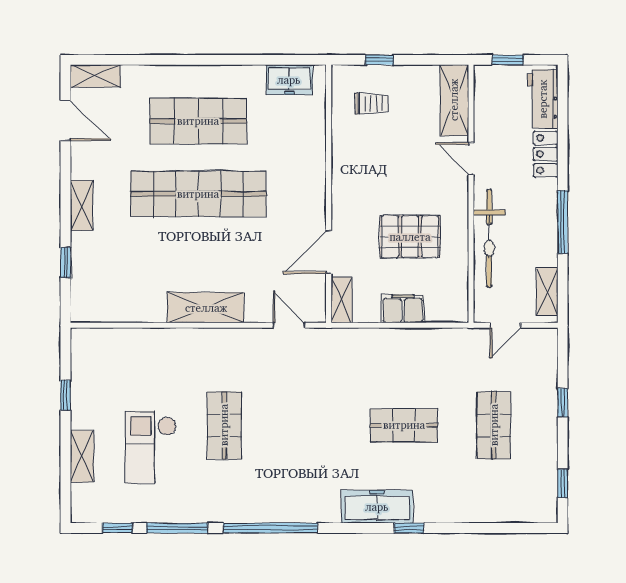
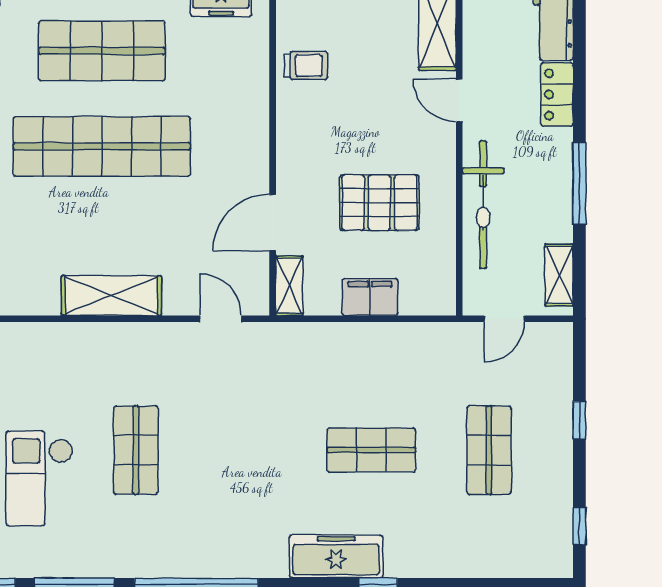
trolley: (372, 104) -> (306, 65), moved

